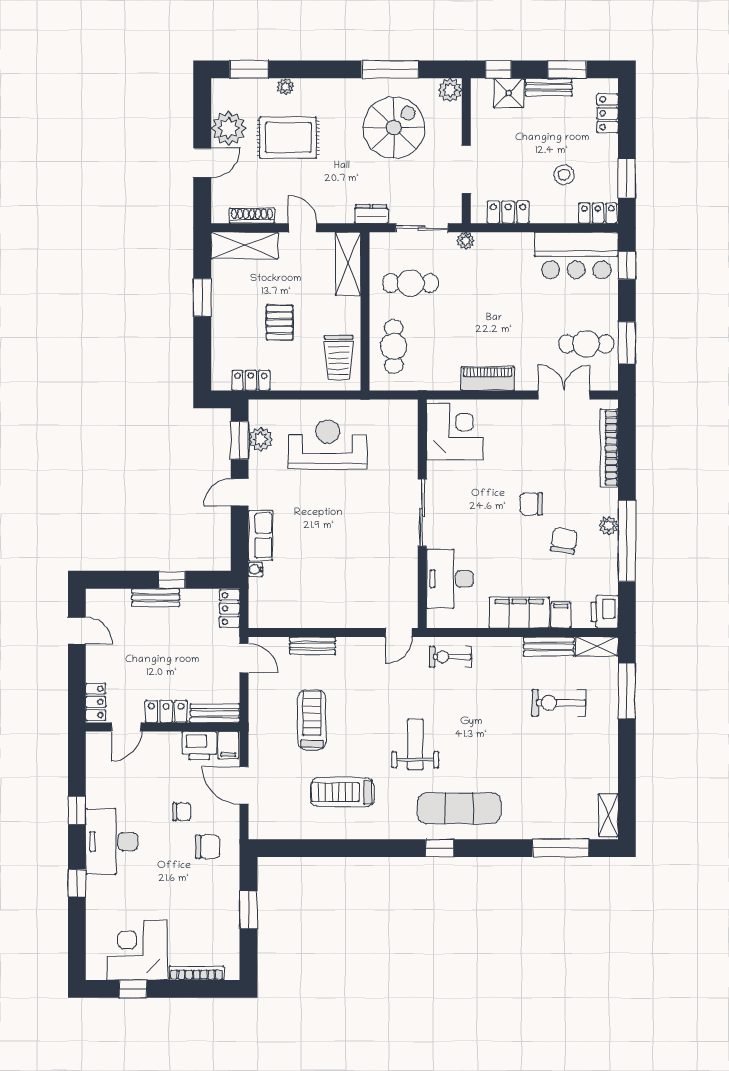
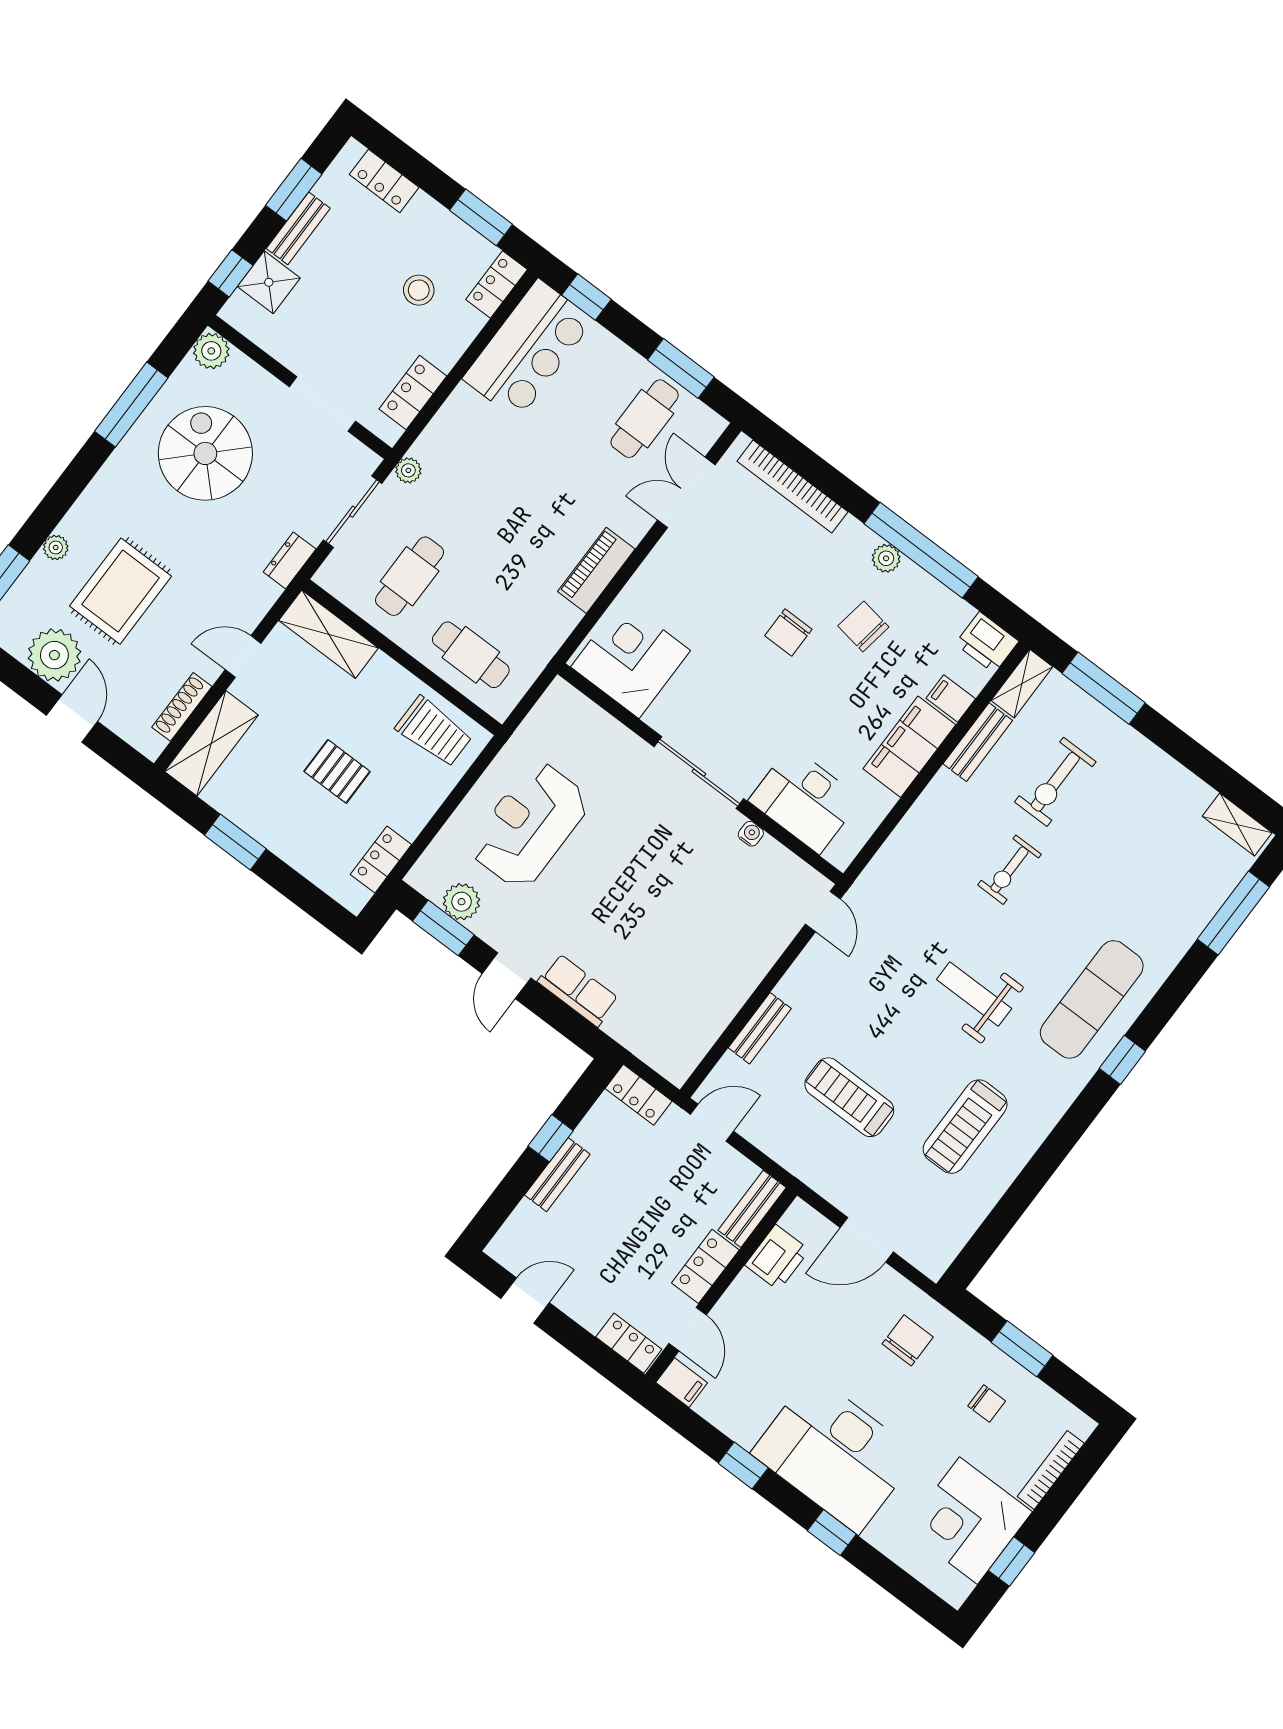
water cooler: (256, 569) -> (751, 834), moved, turned 180
exercise bike: (450, 657) -> (1010, 870), moved
filing cabinet: (228, 745) -> (682, 1383), moved
chair: (182, 812) -> (987, 1403), moved, turned 90
desk: (112, 842) -> (835, 1454), width x1.36, depth x1.30

